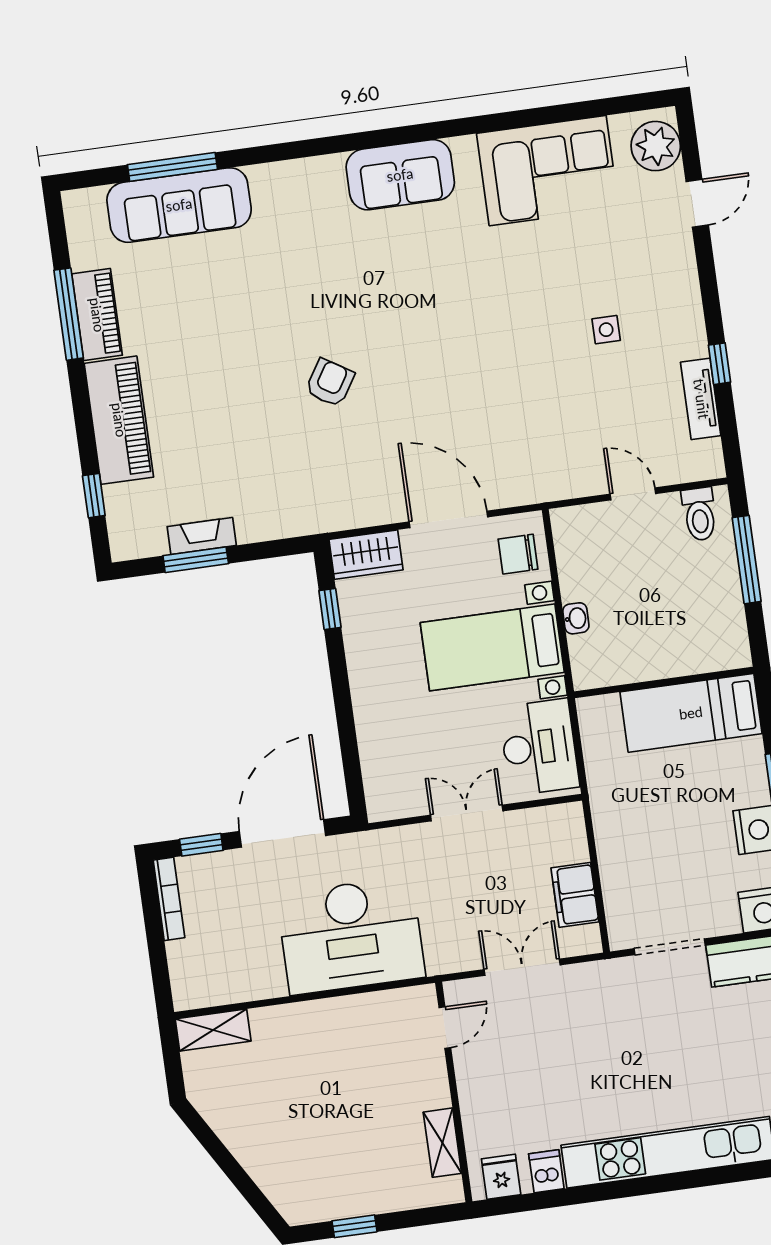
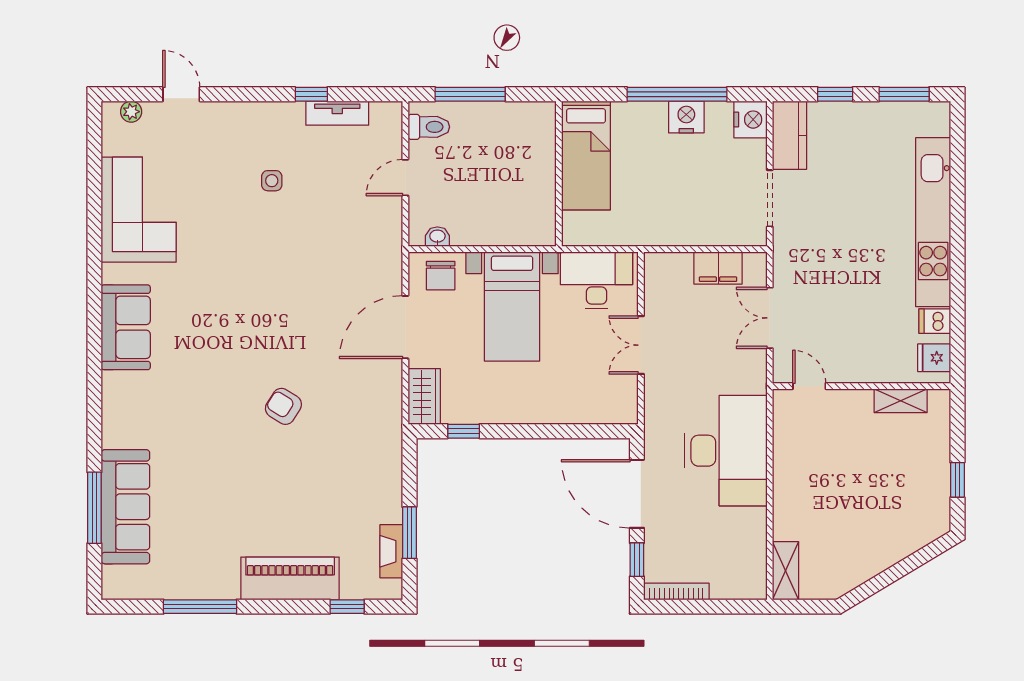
plant: (656, 146) -> (131, 112), width x0.53, depth x0.53
piano: (97, 315) -> (204, 584), removed
fireplace: (202, 536) -> (391, 551), moved
washbasin: (576, 618) -> (437, 237), moved

